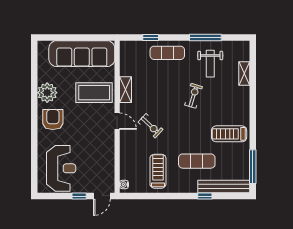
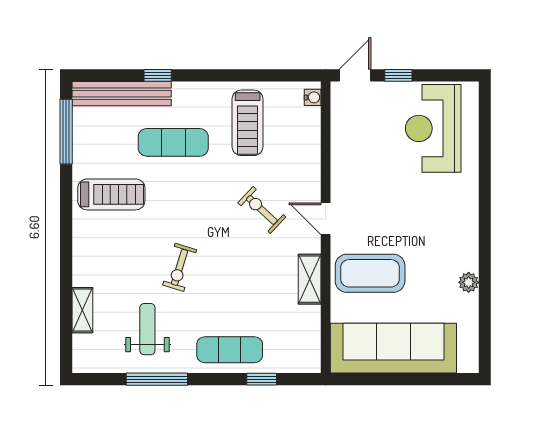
plant: (47, 93) -> (469, 282), width x0.53, depth x0.53
armchair: (53, 120) -> (449, 222), removed

